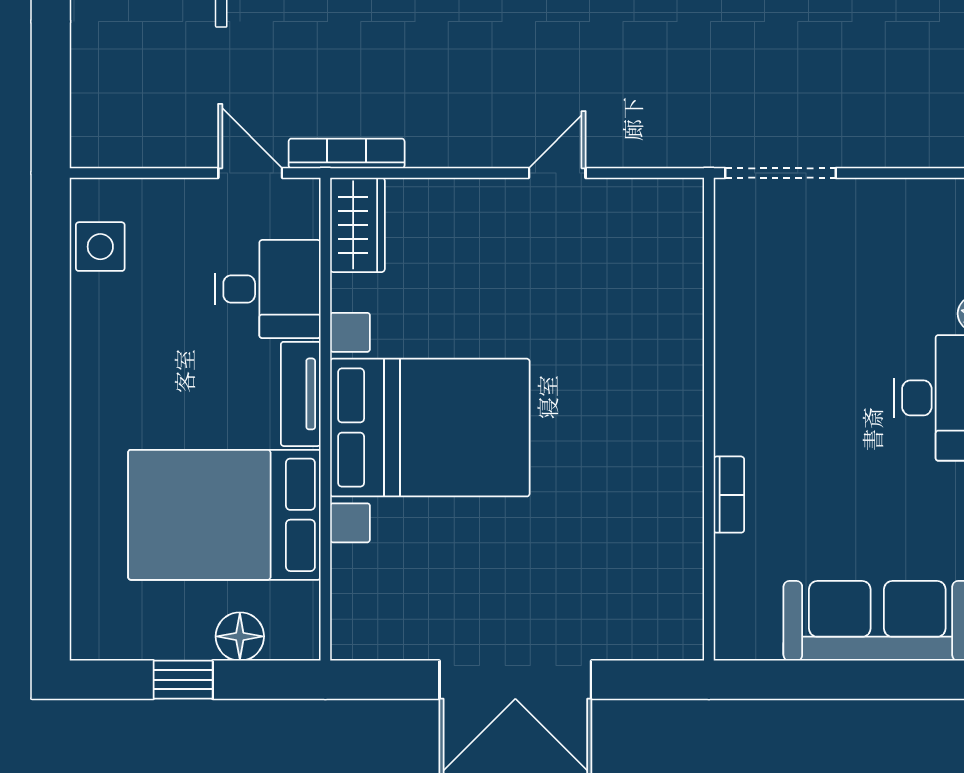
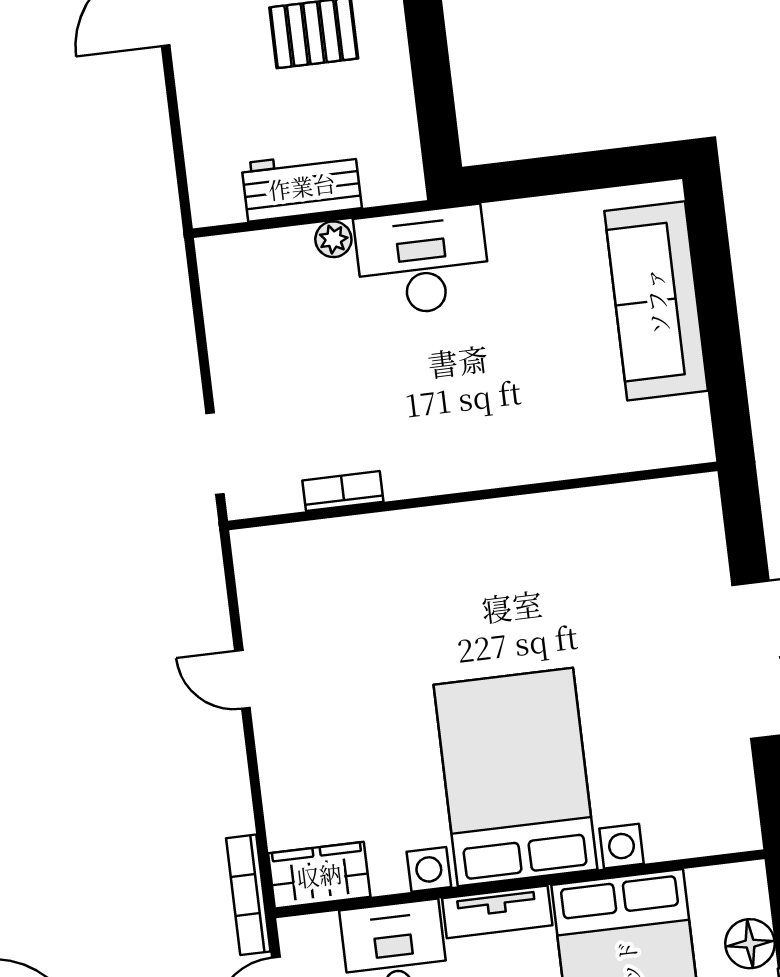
doorway: (781, 173) -> (215, 454), width x0.73
bookcase: (729, 495) -> (343, 491), moved

